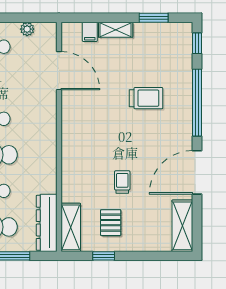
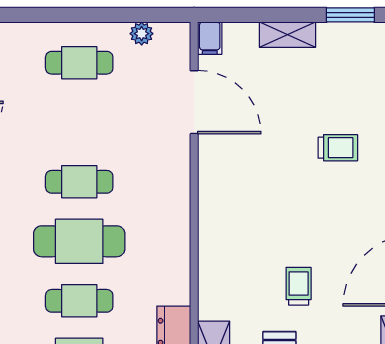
filing cabinet: (90, 32) -> (210, 38), moved
trolley: (146, 98) -> (338, 148), width x0.73, depth x0.72

